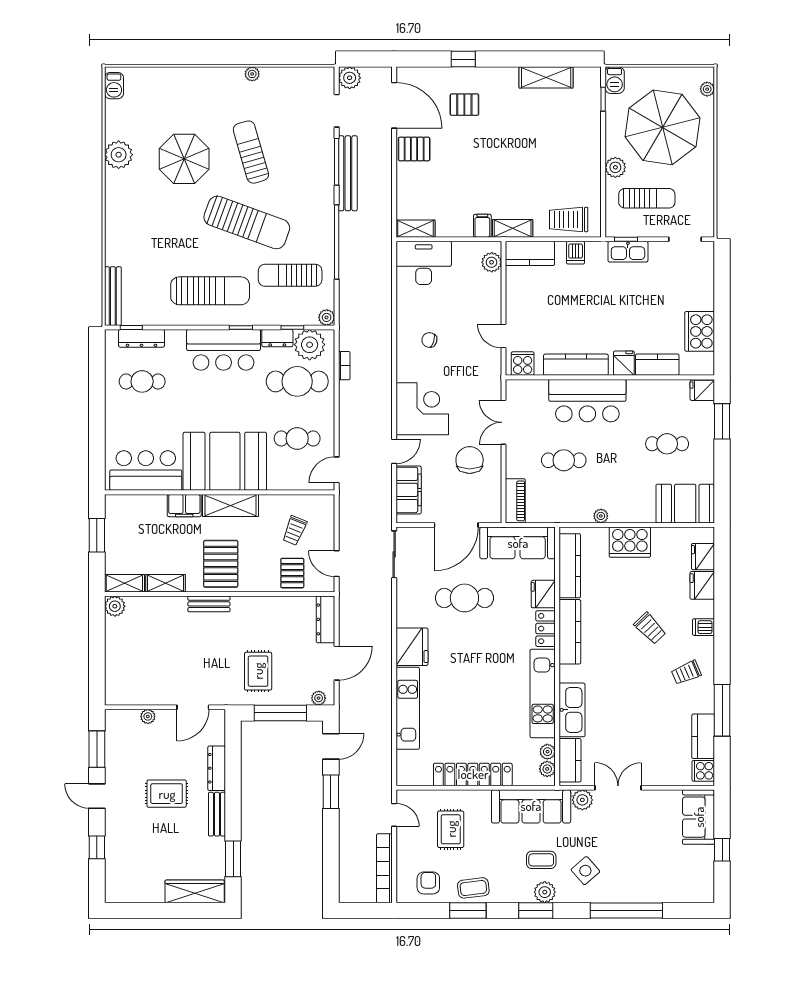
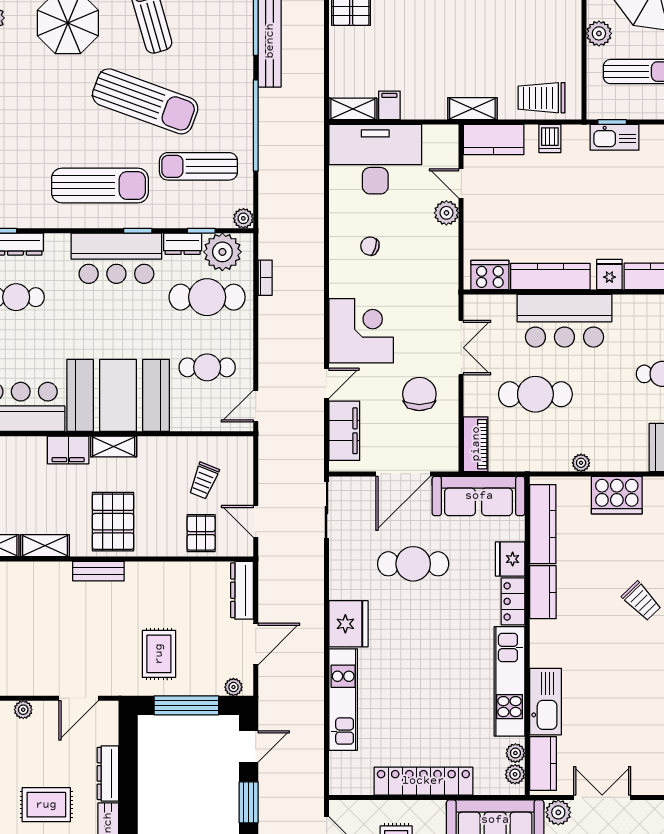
filing cabinet: (482, 226) -> (389, 105), moved
plant: (492, 262) -> (446, 213), moved
desk: (424, 263) -> (375, 159), width x1.36, depth x1.30
door: (503, 336) -> (461, 183), moved
cooker: (523, 364) -> (490, 275), width x1.36
double door: (503, 422) -> (461, 348), swing flipped
cafe table: (564, 460) -> (535, 394), width x1.37, depth x1.35
shelving: (231, 505) -> (114, 446), width x0.67, depth x0.75
kitchen counter: (570, 632) -> (543, 592), width x0.67

